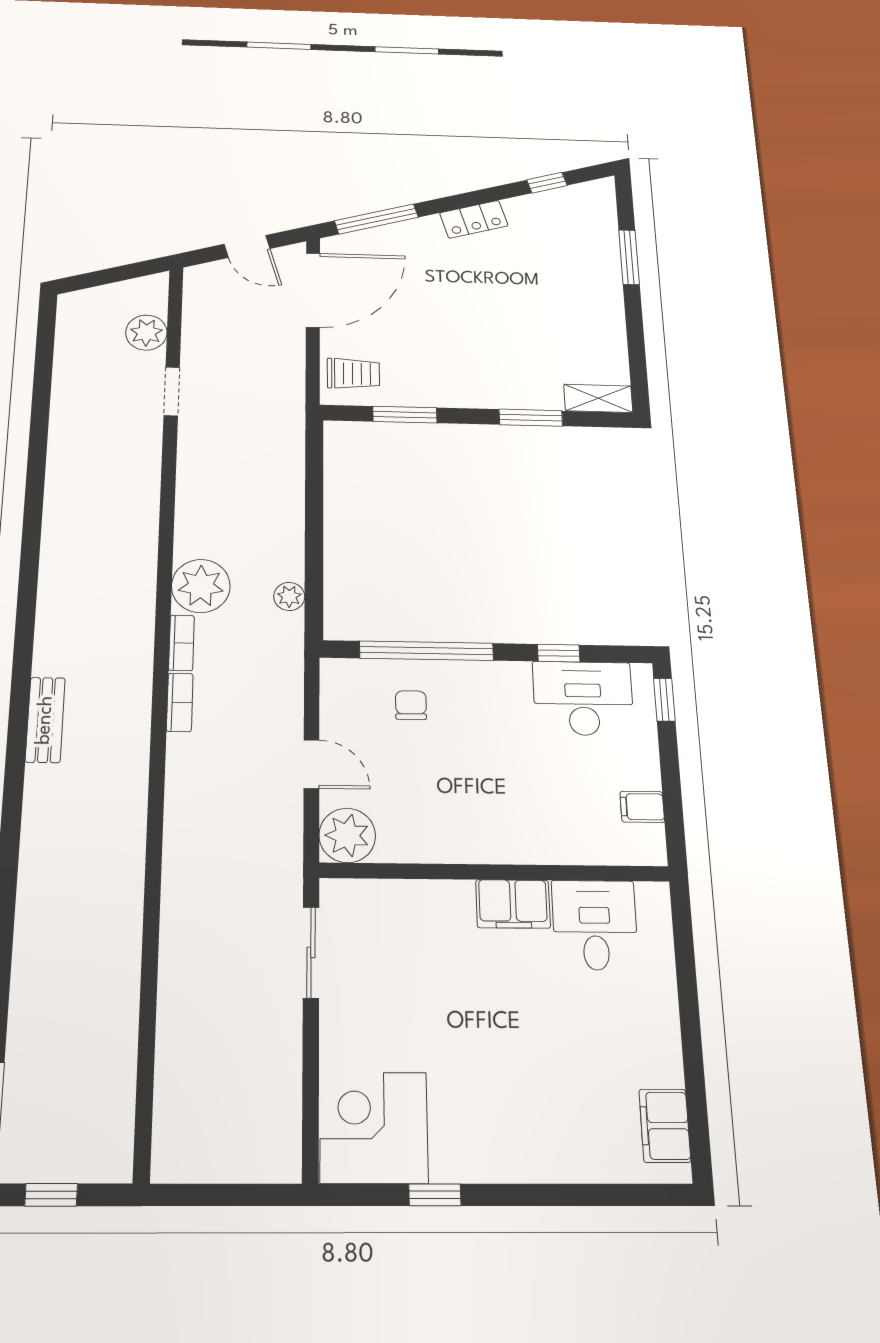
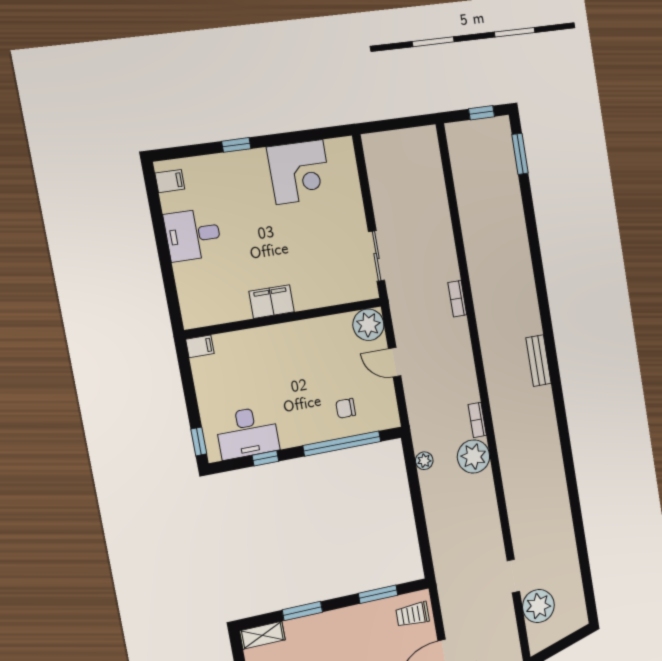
plant: (146, 333) -> (538, 606), width x1.36, depth x1.36
bookcase: (180, 702) -> (457, 299), moved
chair: (411, 705) -> (346, 408), turned 90
filing cabinet: (642, 807) -> (200, 346), moved
desk: (595, 925) -> (193, 235), moved, turned 90
filing cabinet: (665, 1126) -> (170, 181), width x0.50
corner desk: (374, 1128) -> (300, 172), moved
window: (435, 1195) -> (236, 145), moved

